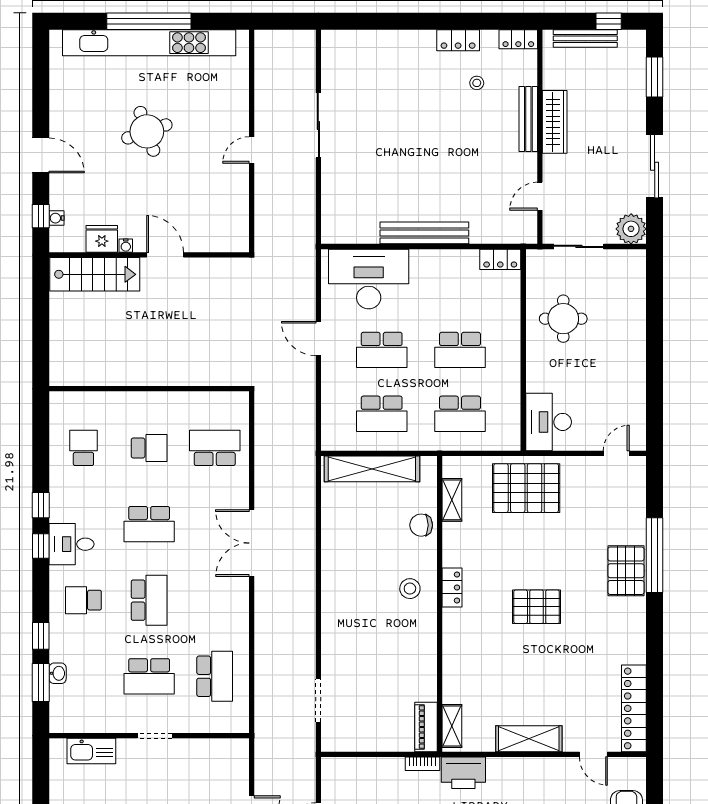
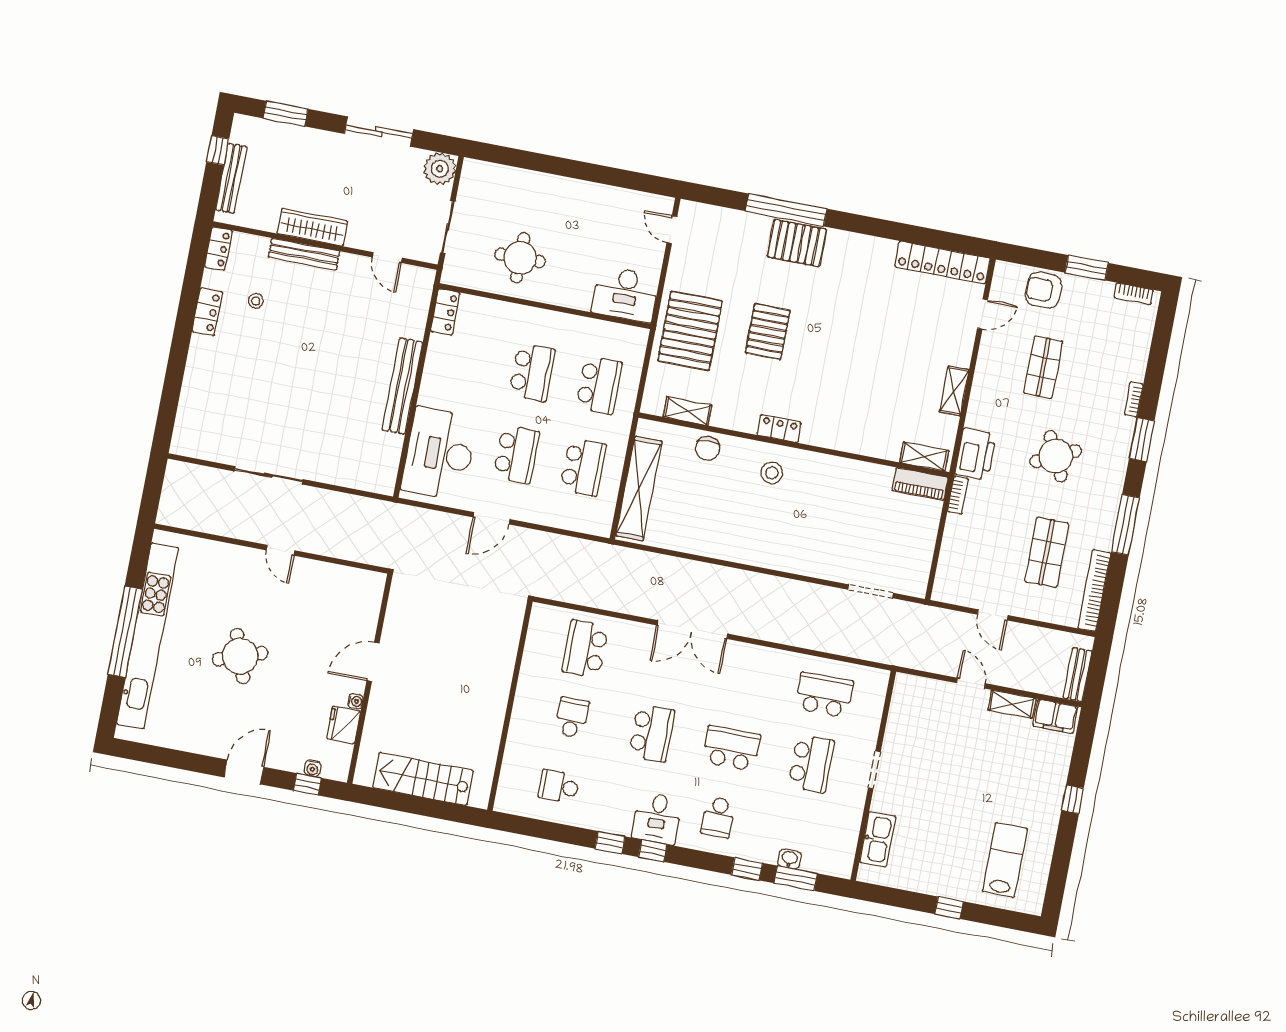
stairs: (95, 274) -> (423, 779), moved, turned -90
pallet: (537, 607) -> (768, 332), moved
shelving: (529, 739) -> (954, 391), width x0.67, depth x0.75

